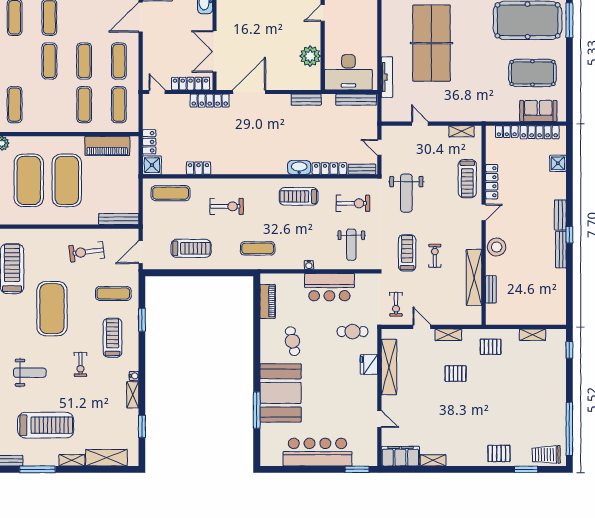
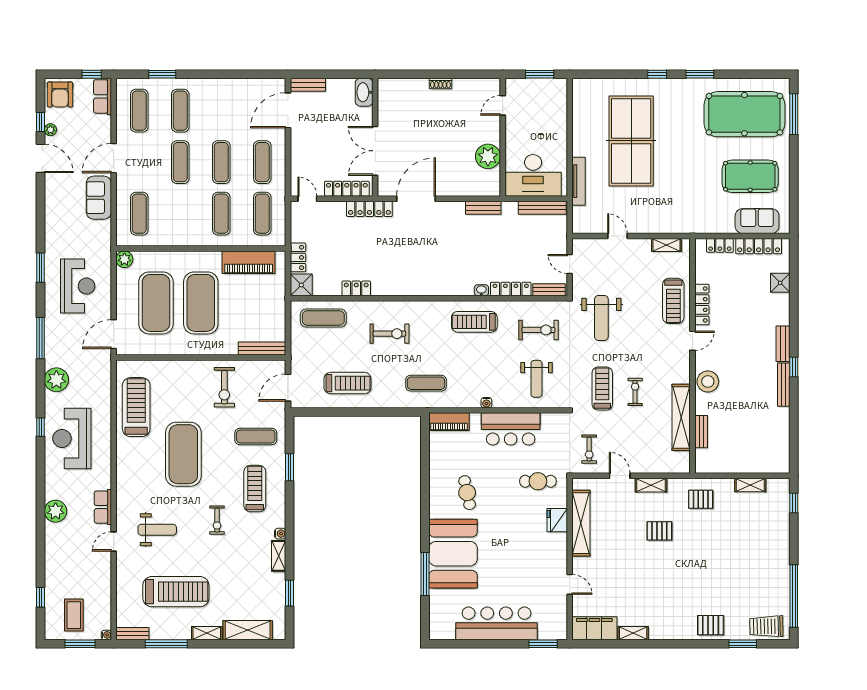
washbasin: (299, 167) -> (481, 290), width x0.52, depth x0.69
exercise bike: (87, 252) -> (224, 387), turned -83
piano: (268, 301) -> (449, 422), moved, turned 90

